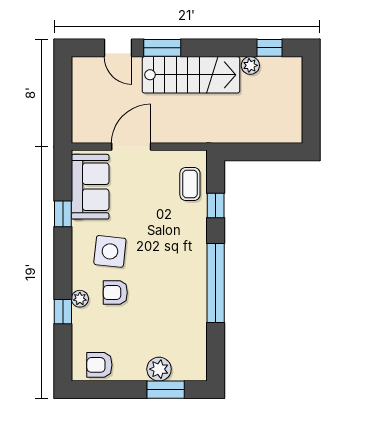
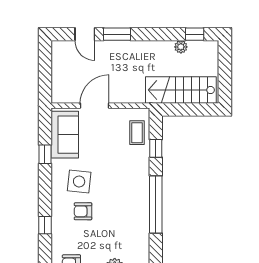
stairs: (191, 75) -> (181, 90), moved, turned 180
plant: (80, 299) -> (57, 216), removed

